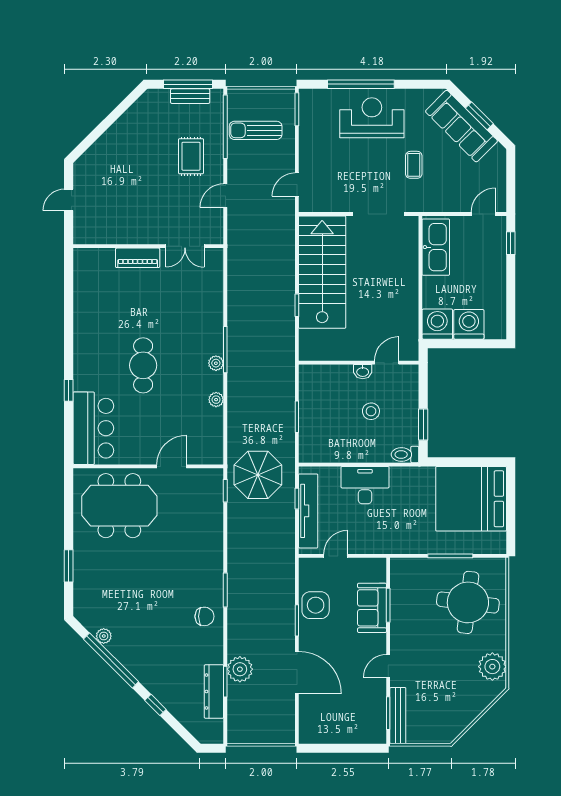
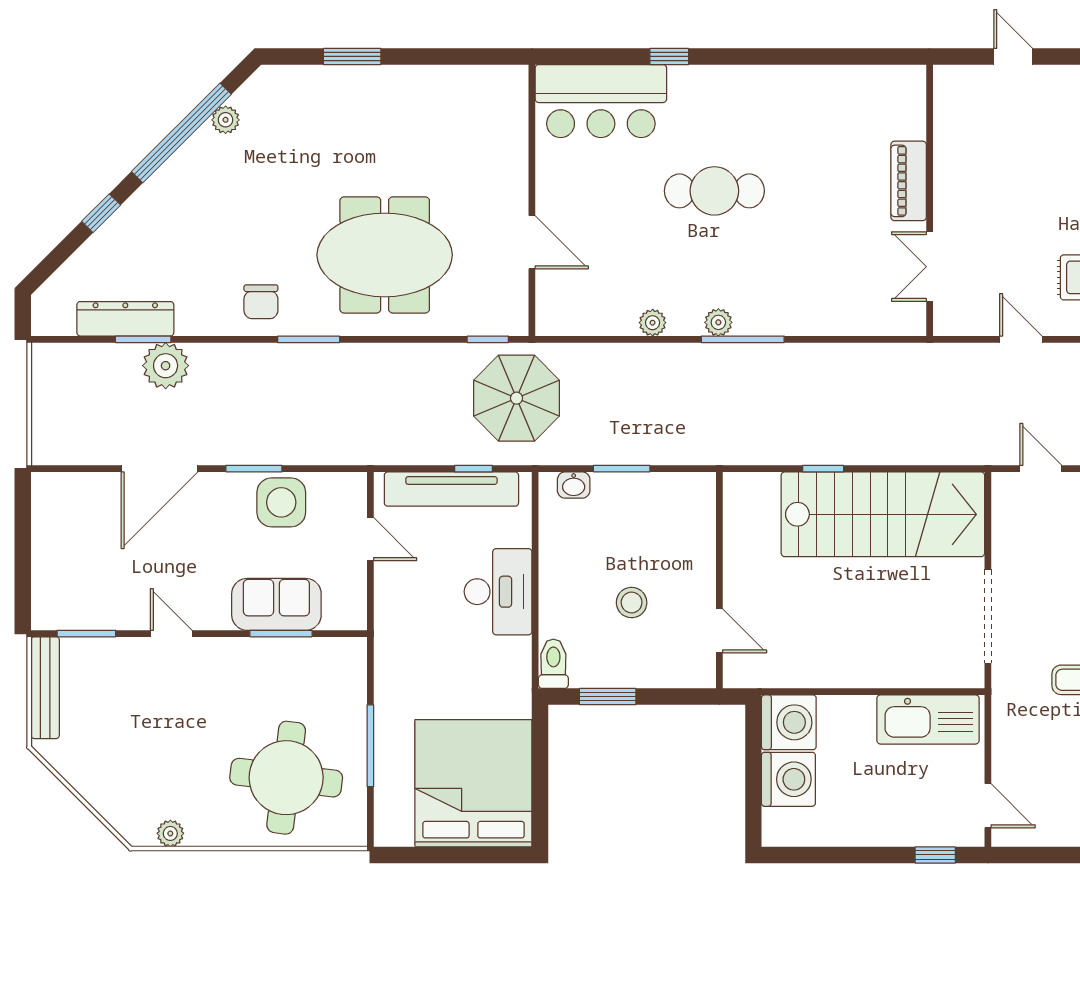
washbasin: (363, 372) -> (574, 485), moved, turned -90
meeting table: (119, 506) -> (385, 255), moved, turned 90
plant: (492, 667) -> (170, 833), width x0.53, depth x0.53
bench: (398, 716) -> (45, 688), moved, turned 90

